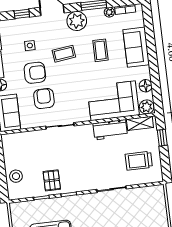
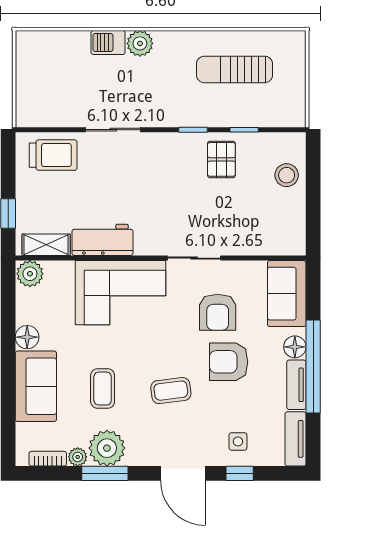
plant: (77, 21) -> (107, 448), moved
side table: (30, 46) -> (238, 441), moved
floor lamp: (146, 86) -> (27, 337), moved
corner sofa: (113, 101) -> (121, 293), moved
trolley: (139, 161) -> (53, 155), moved

